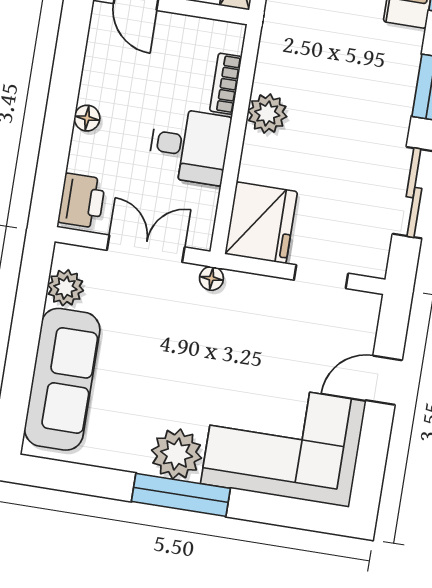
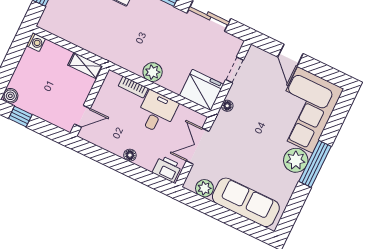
floor lamp: (211, 278) -> (227, 106), moved

